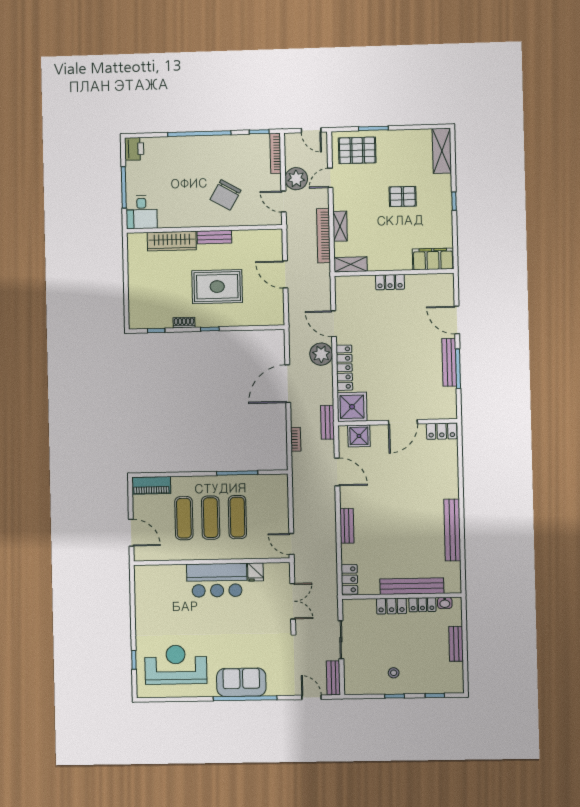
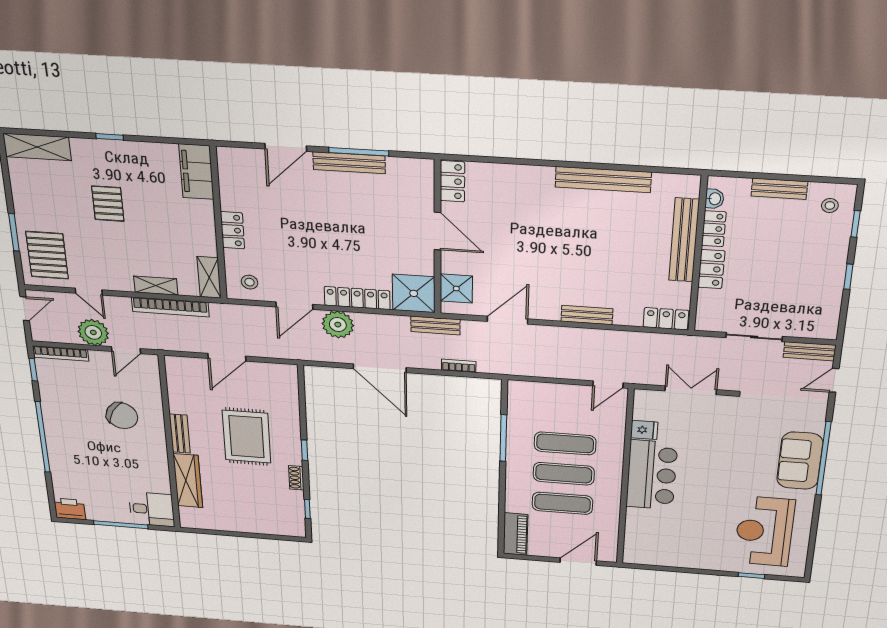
stool: (350, 293) -> (250, 282), added
stool: (394, 673) -> (830, 205), moved

